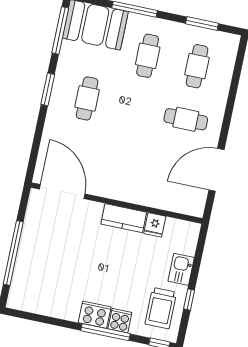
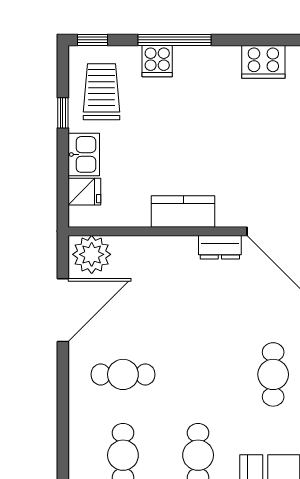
dresser: (104, 189) -> (220, 247), added
plant: (190, 203) -> (92, 254), added
fridge: (155, 225) -> (84, 192), moved, turned 90
cooker: (95, 315) -> (263, 62), moved

